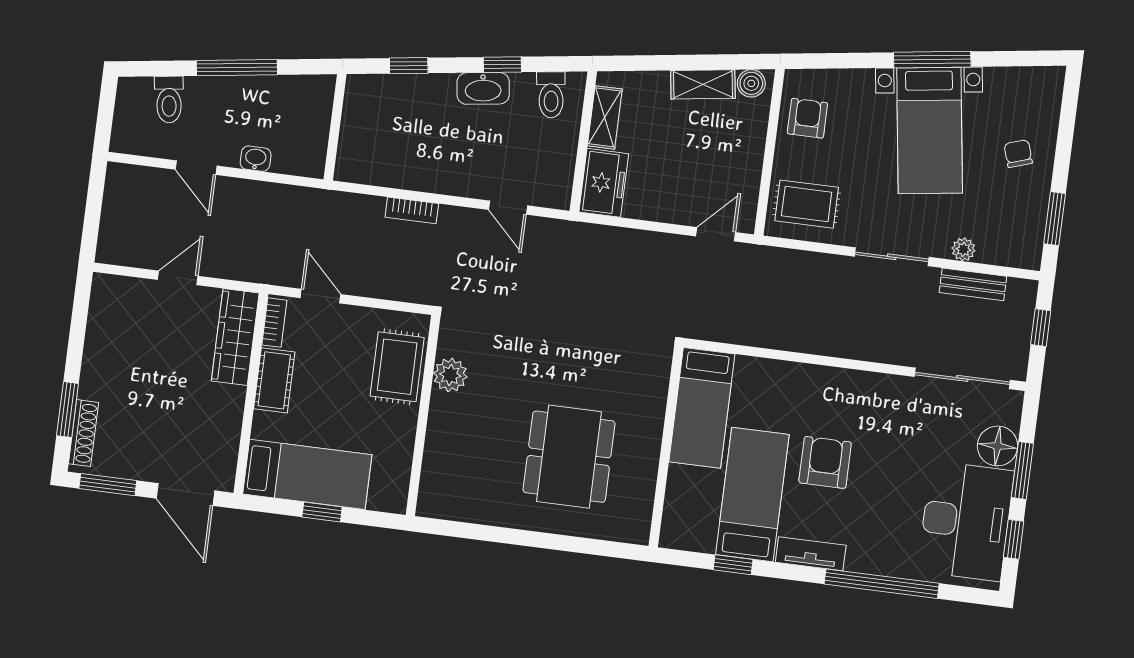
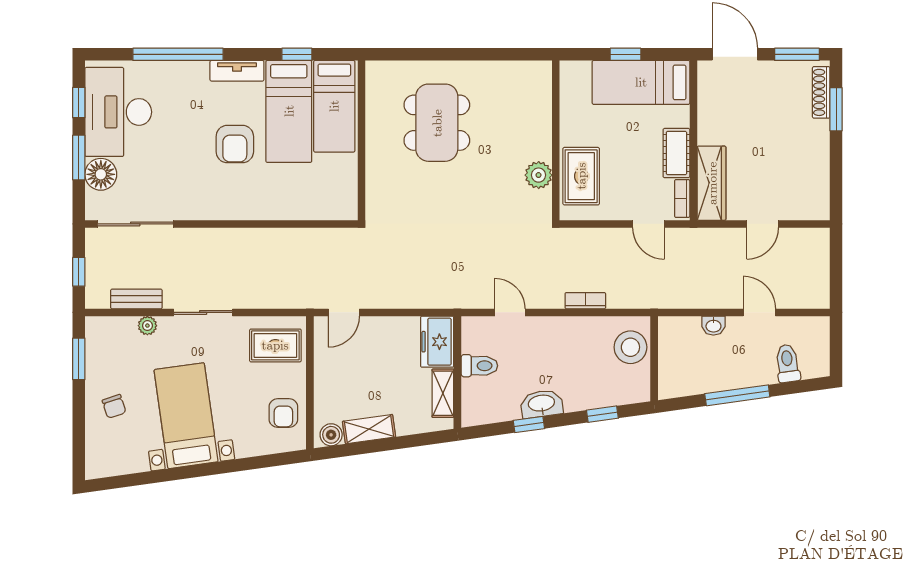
window: (932, 60) -> (191, 472), removed
toilet: (551, 95) -> (479, 366), moved, turned 98
stool: (363, 145) -> (630, 347), added
bed: (702, 408) -> (334, 106), moved, turned 180

